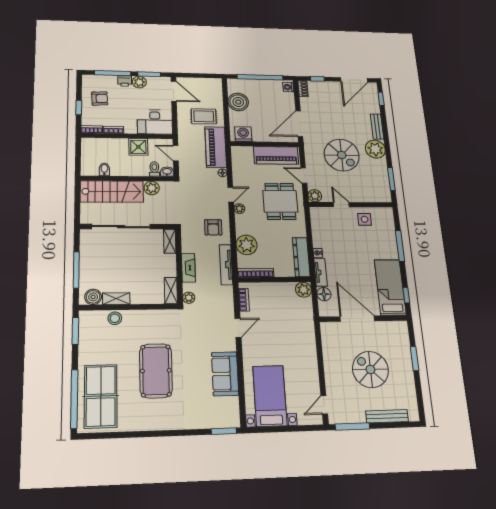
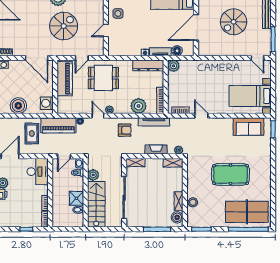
armchair: (100, 98) -> (18, 213), removed
shower: (138, 147) -> (76, 198), moved
plant: (315, 196) -> (99, 51), removed
sofa: (225, 374) -> (248, 127), moved

